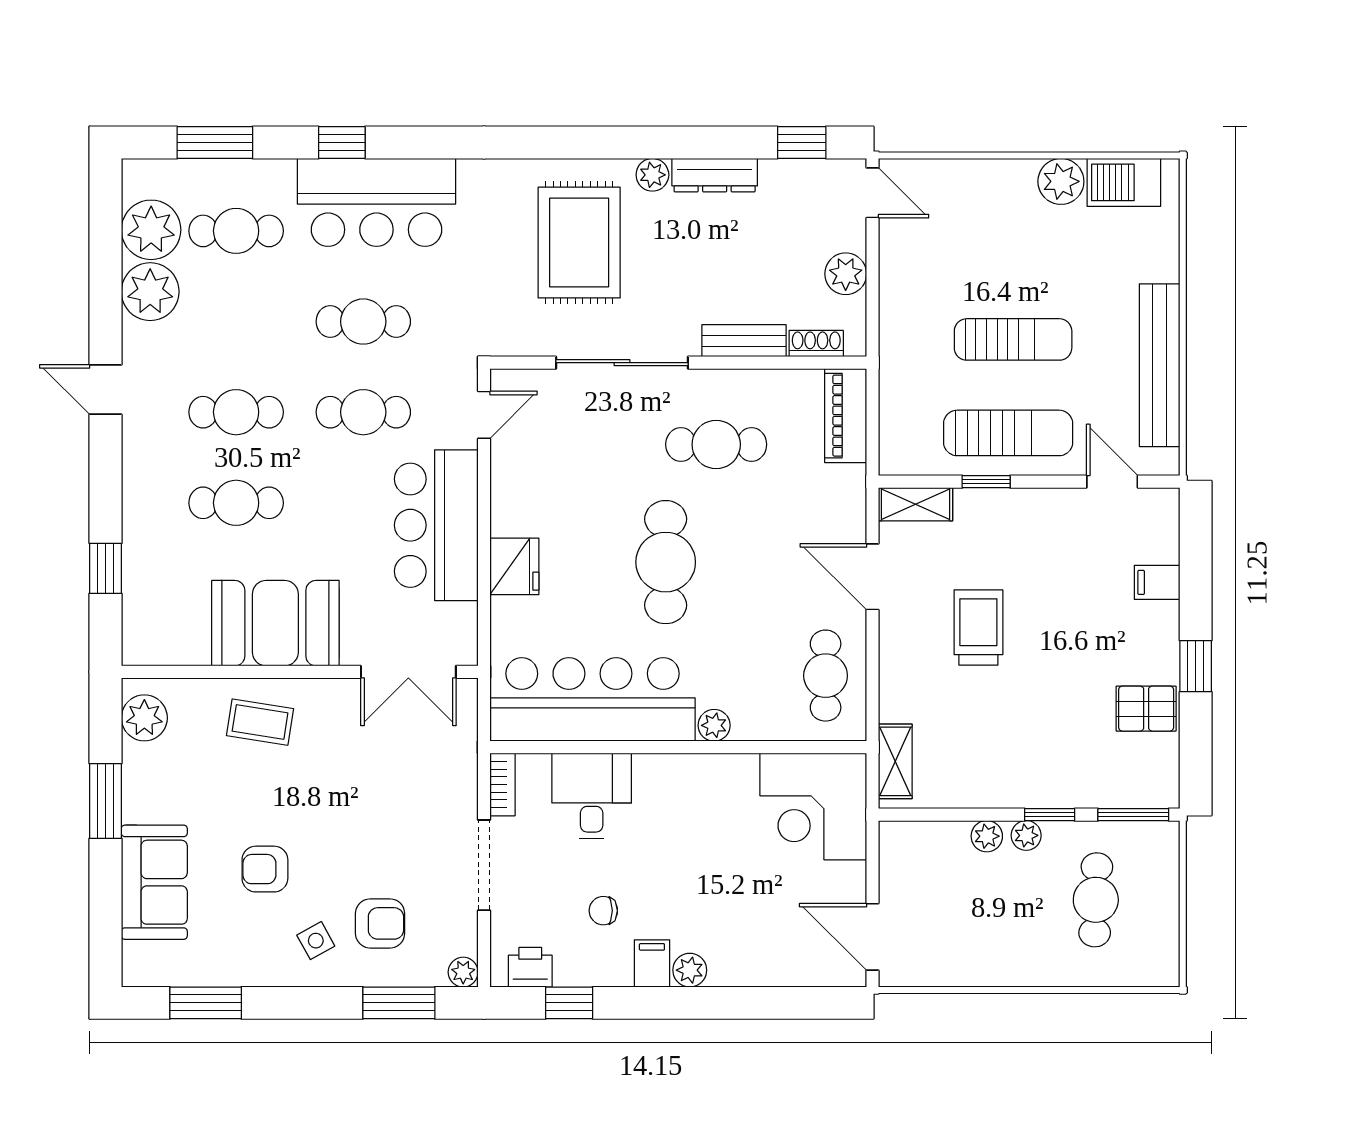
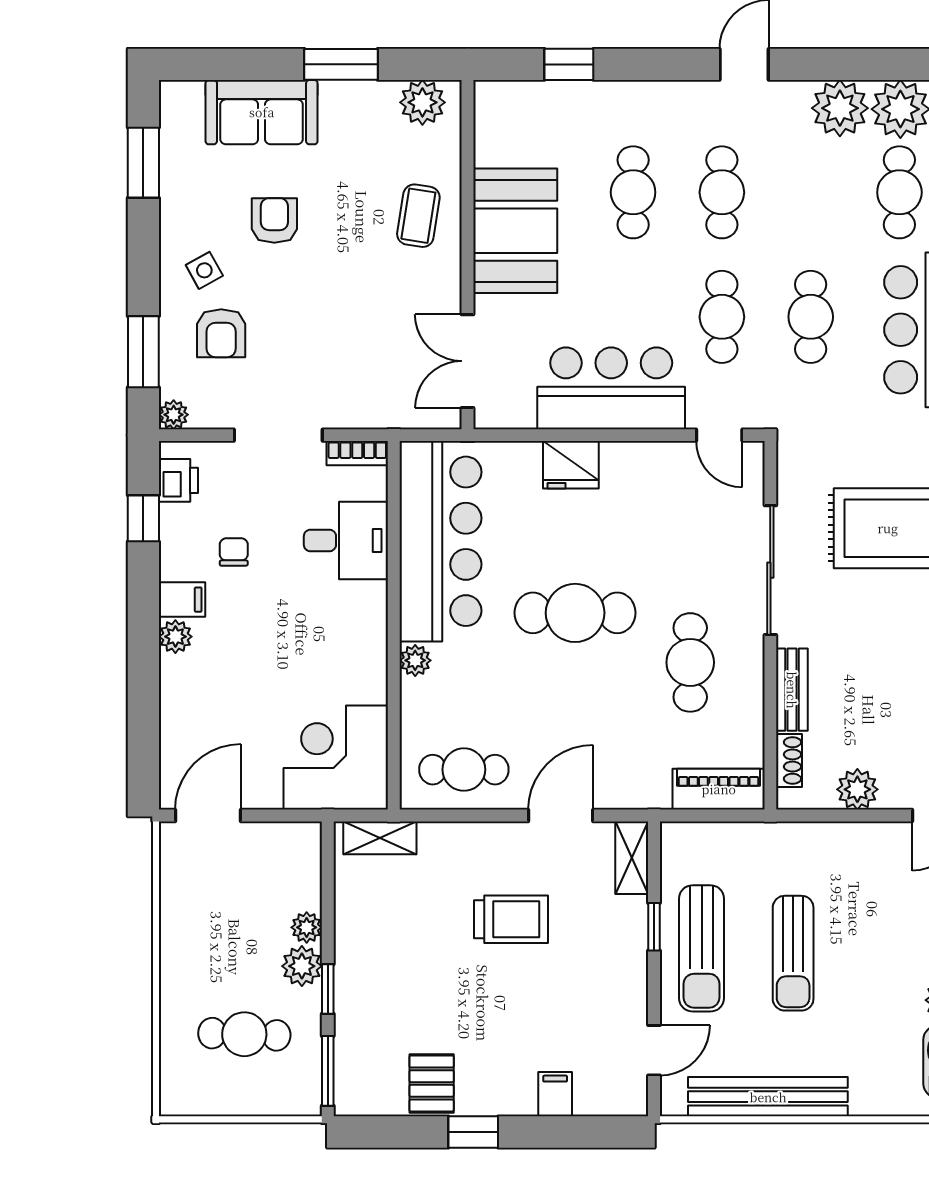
plant: (1026, 835) -> (302, 966), width x1.38, depth x1.38

